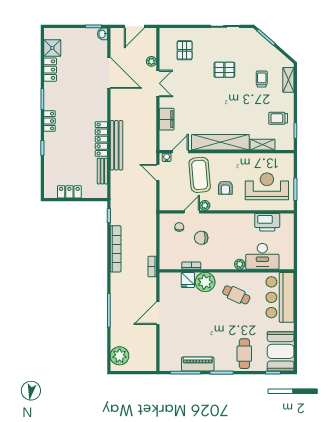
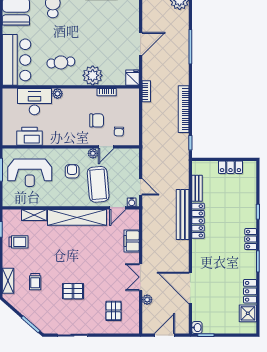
fridge: (188, 280) -> (132, 78), moved
cafe table: (236, 295) -> (61, 62), turned -31

